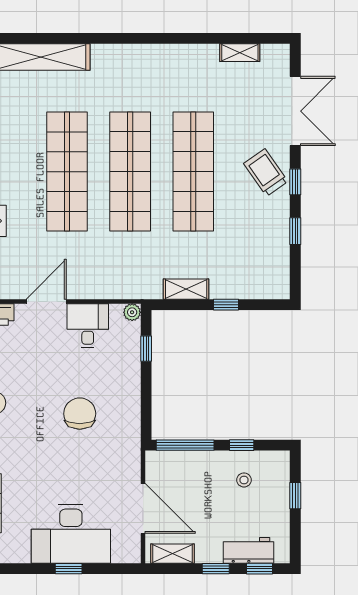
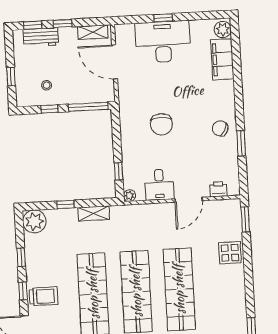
trolley: (266, 172) -> (43, 296), turned -55
plant: (273, 282) -> (34, 221), added

